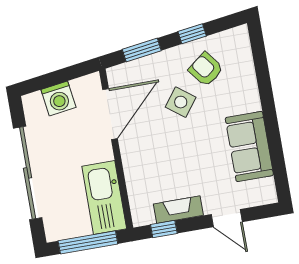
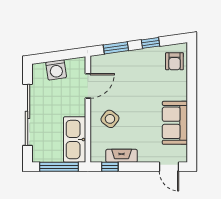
armchair: (206, 69) -> (174, 61), moved, turned -142
side table: (181, 102) -> (110, 119), moved
door: (110, 114) -> (88, 86), width x0.73
door: (227, 218) -> (169, 167), moved

